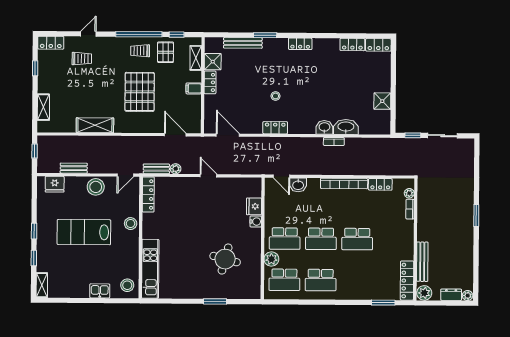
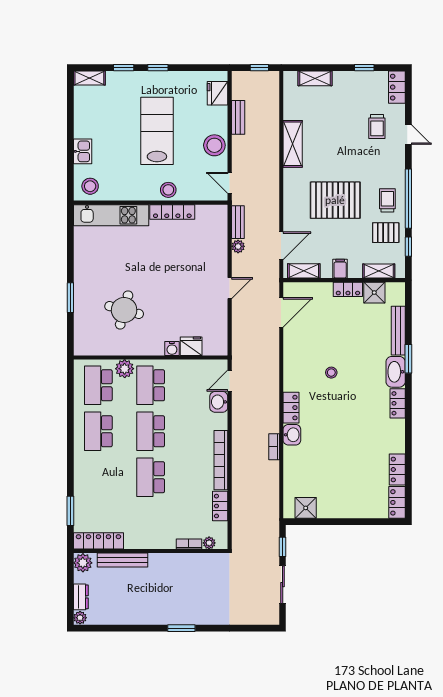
shower: (382, 101) -> (306, 508), moved
shelving: (195, 117) -> (304, 271), added
washbasin: (346, 127) -> (396, 372), moved, turned 180
locker: (275, 128) -> (291, 408), moved
locker: (148, 194) -> (172, 212), moved

